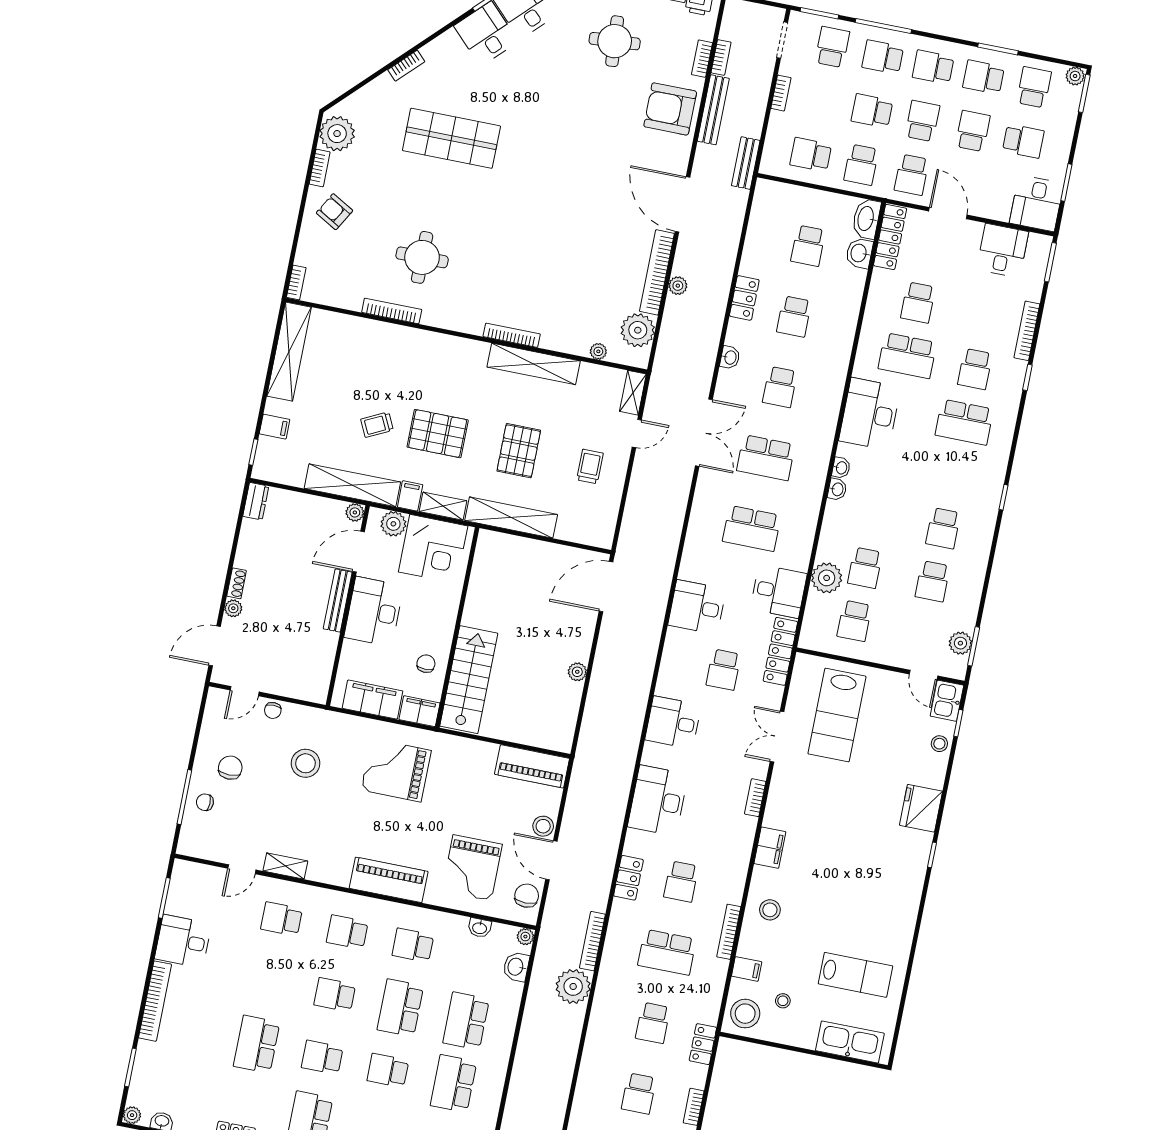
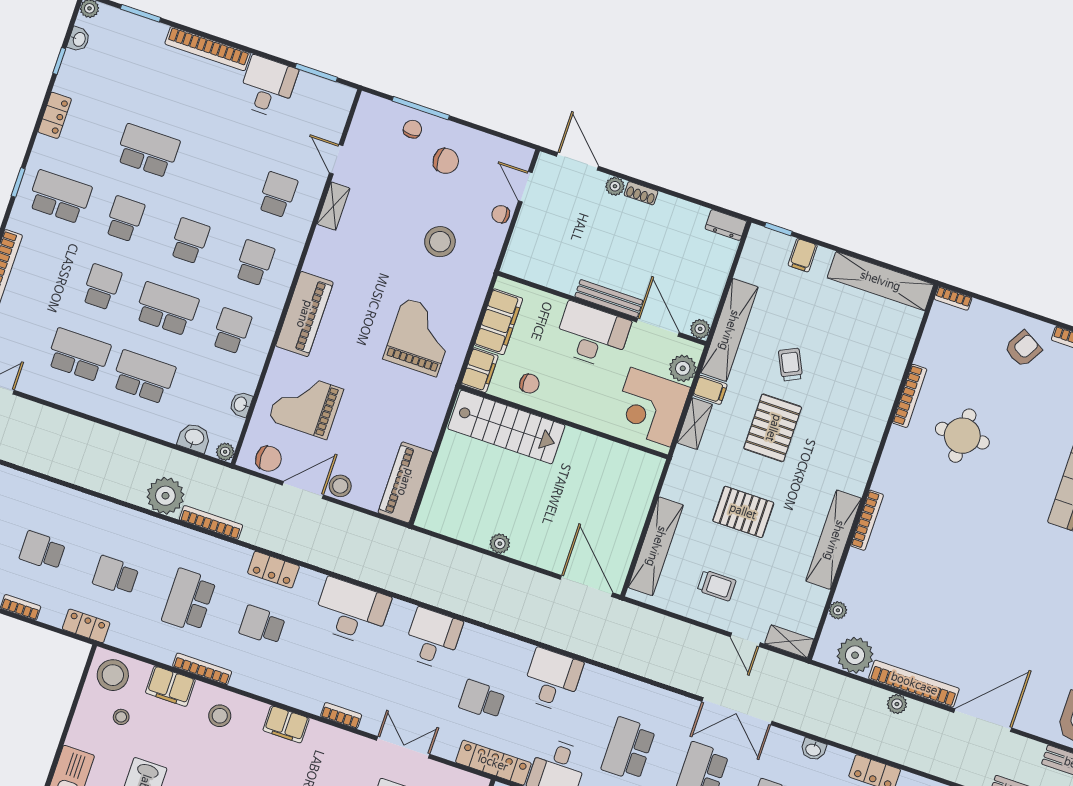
shelving: (511, 518) -> (656, 546), moved
filing cabinet: (747, 969) -> (170, 686), width x2.00

